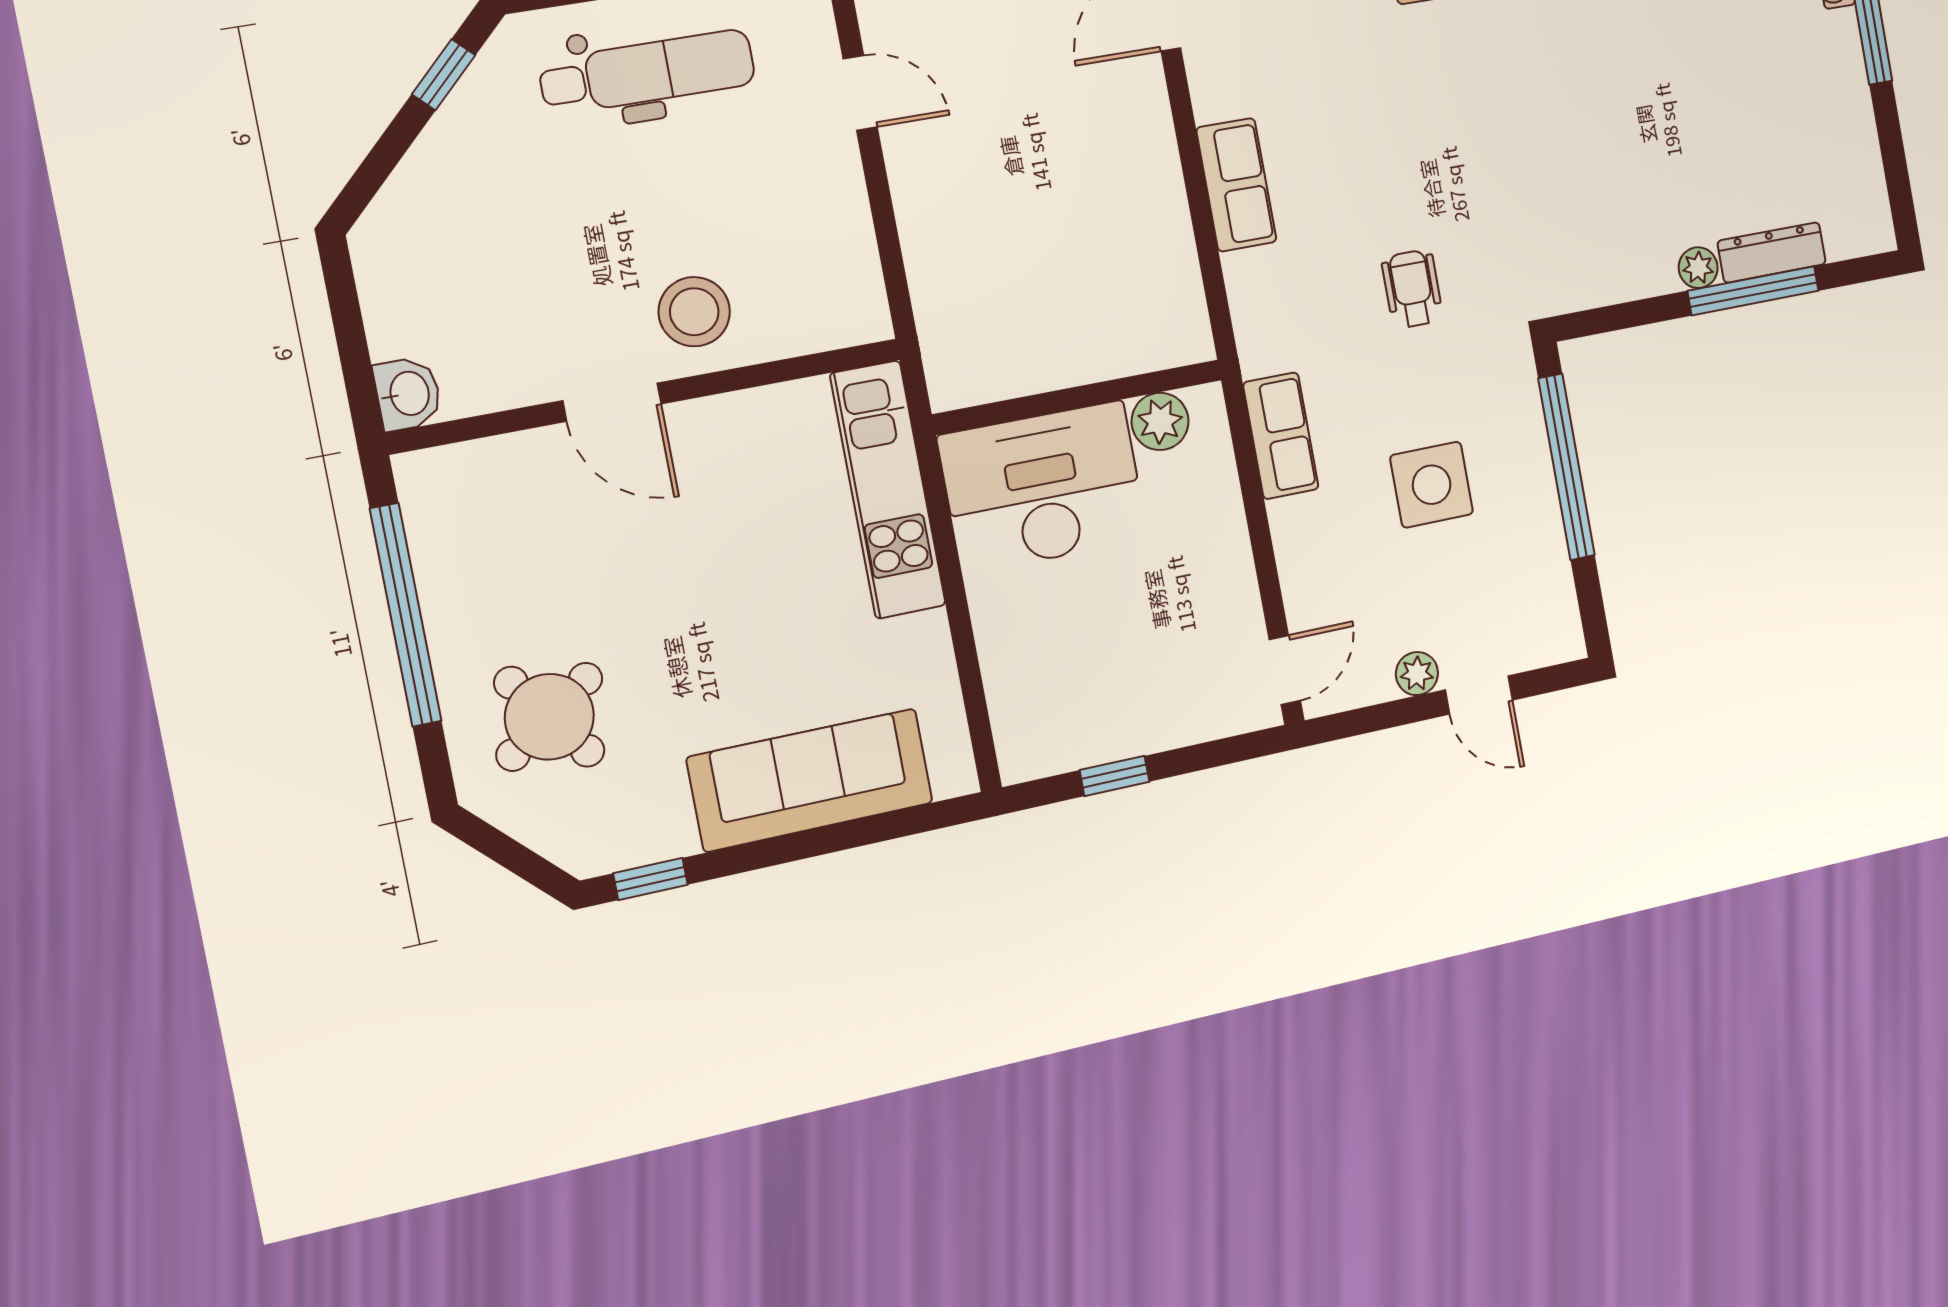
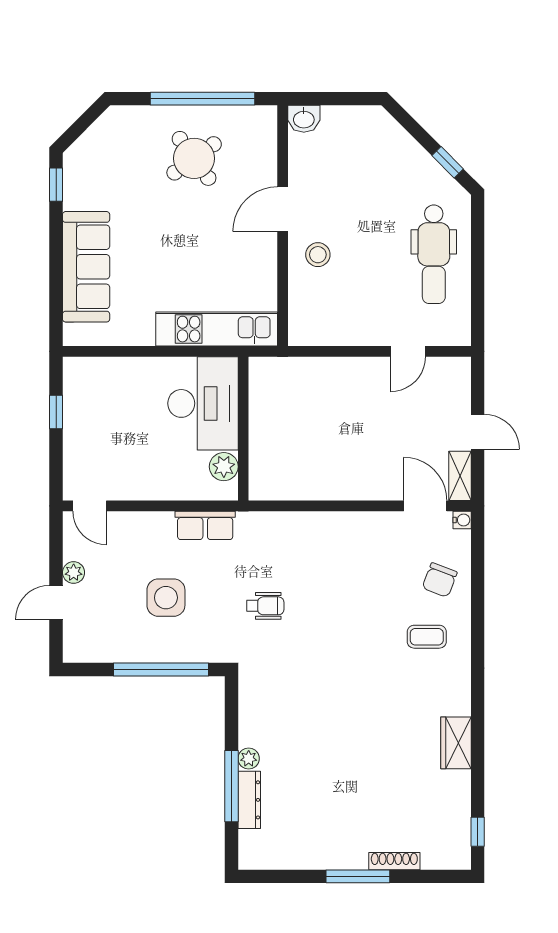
row of seats: (1236, 185) -> (332, 526), removed
stool: (694, 312) -> (318, 255), width x0.73, depth x0.73
round table: (549, 717) -> (194, 158), moved

